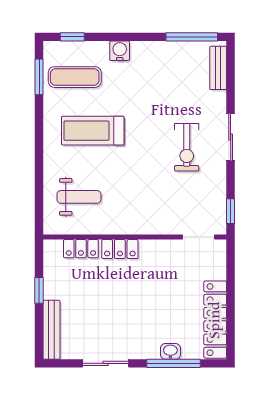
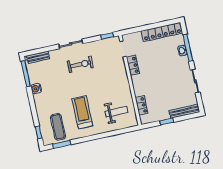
water cooler: (120, 51) -> (36, 89), moved
treadmill: (93, 131) -> (82, 112), turned 180
weight bench: (79, 197) -> (116, 112), turned 90
locker: (120, 249) -> (133, 65), moved

